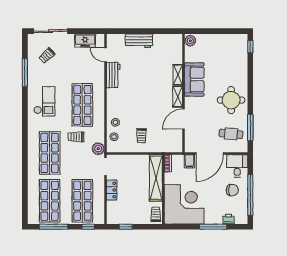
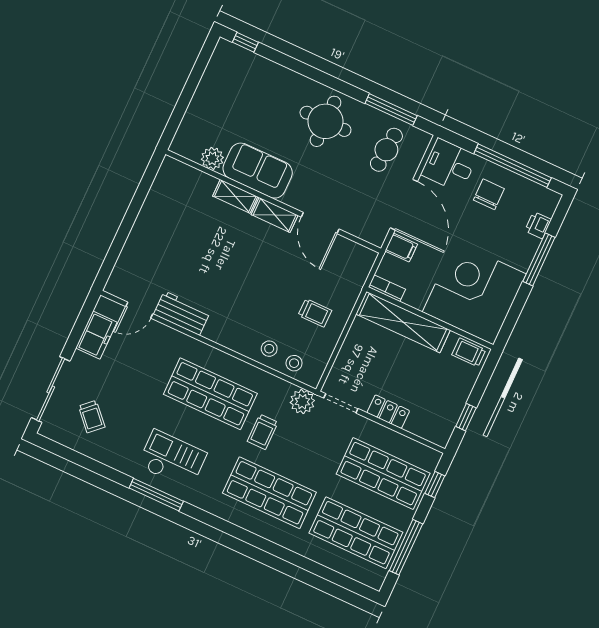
workbench: (139, 41) -> (142, 238), removed
plant: (190, 41) -> (212, 158), moved
window: (25, 73) -> (156, 495), moved

